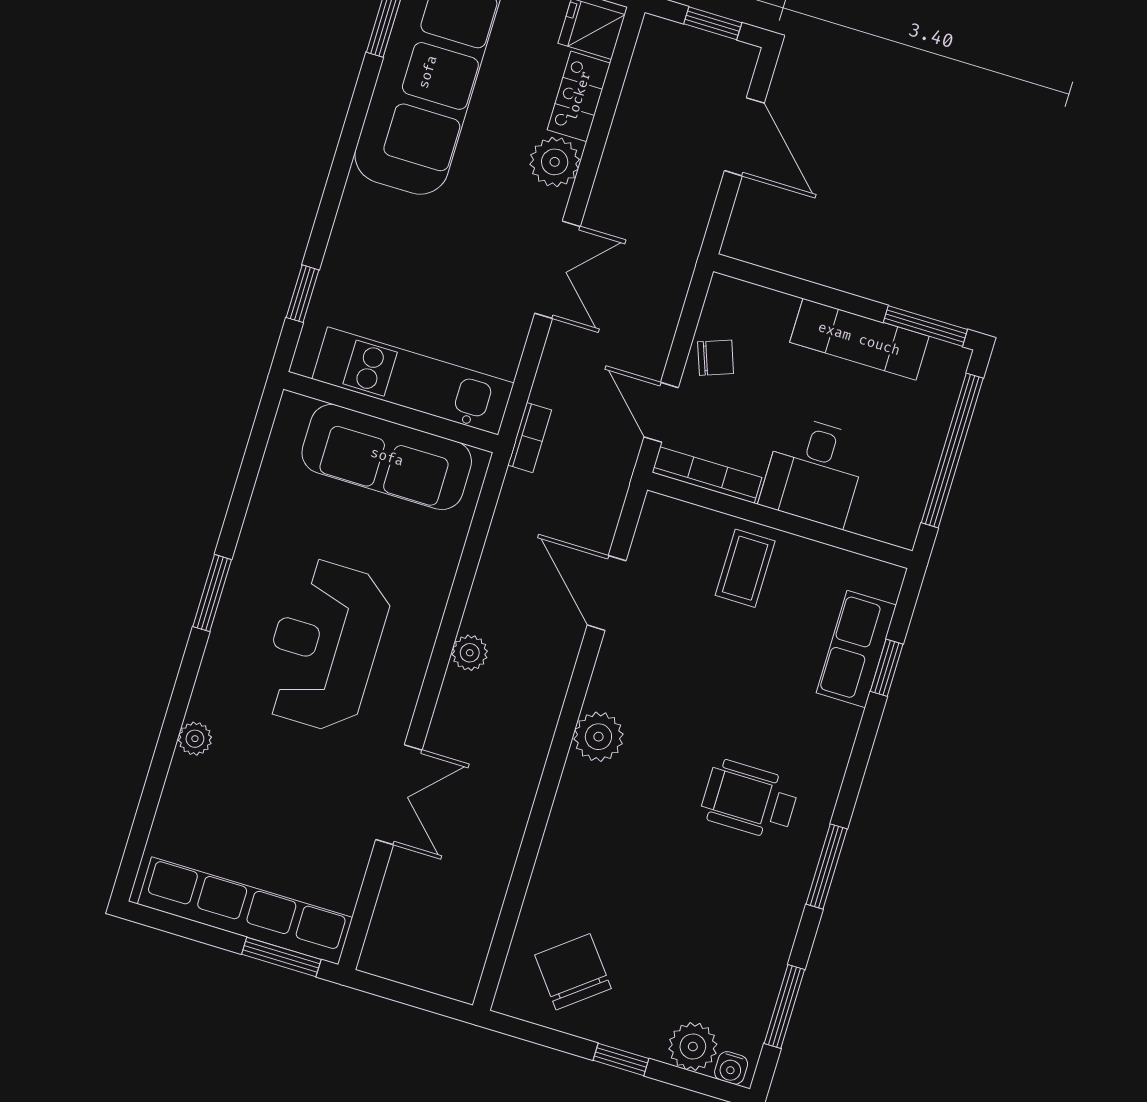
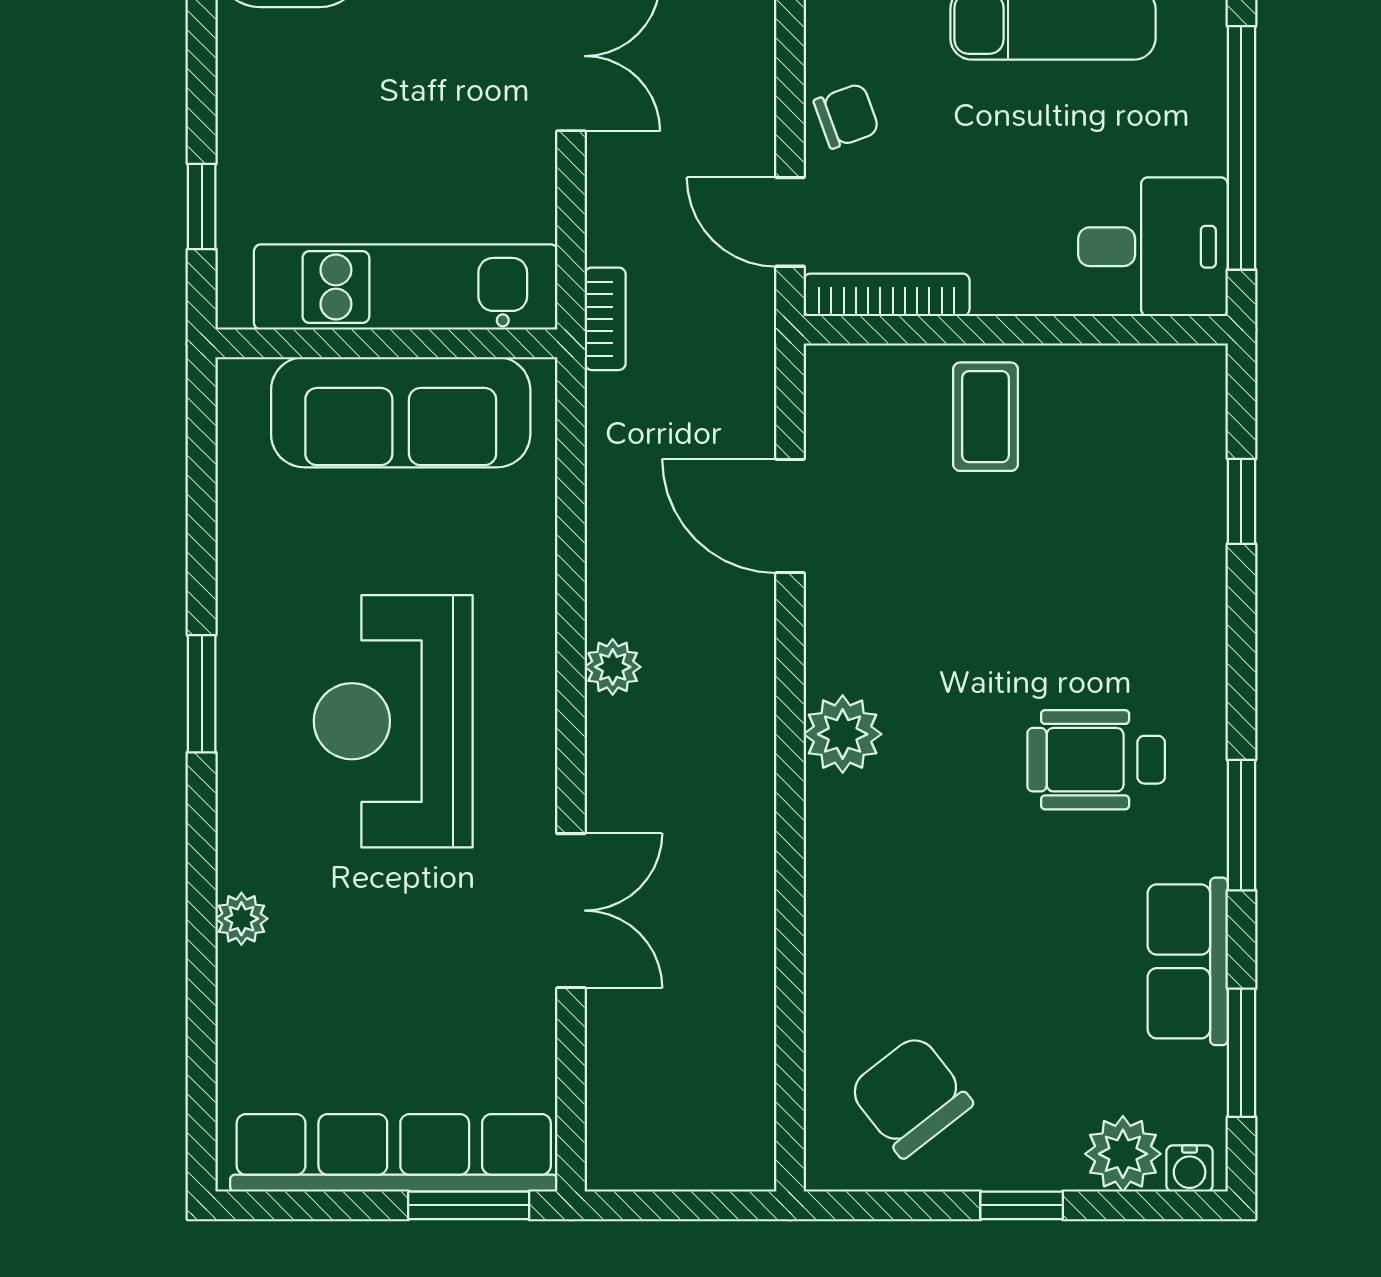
desk: (814, 471) -> (1153, 247), moved, turned -90
row of seats: (856, 649) -> (1188, 961), moved

